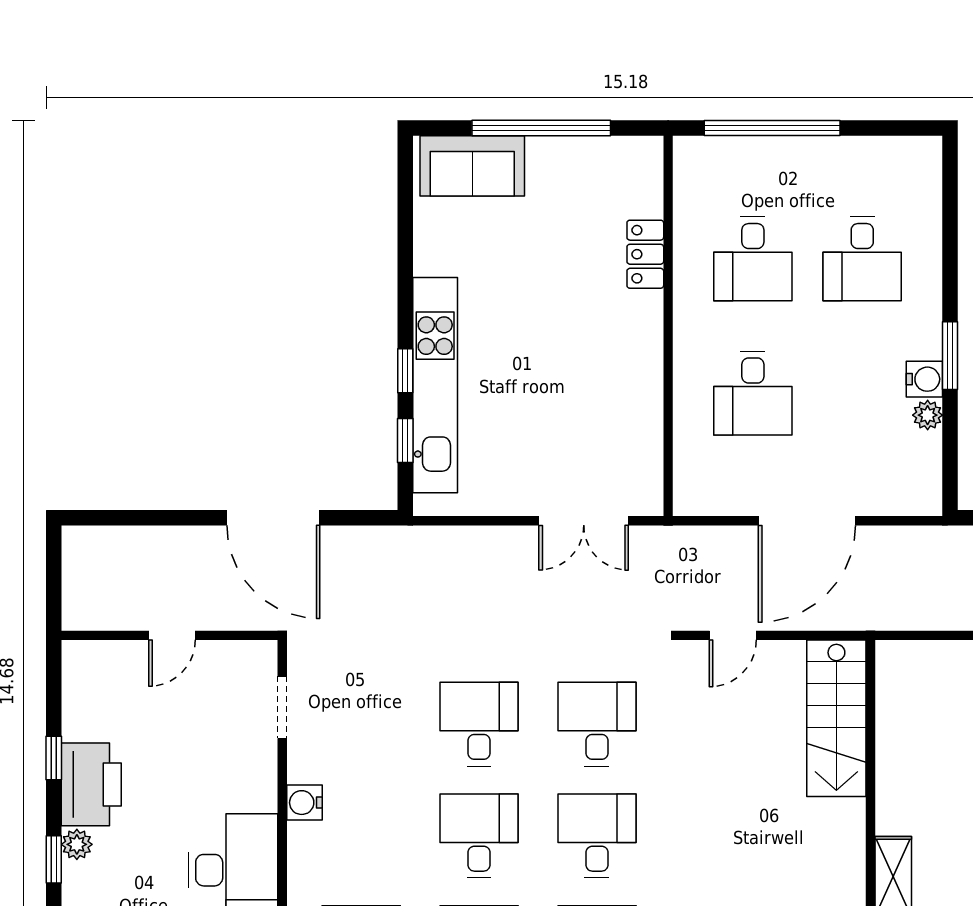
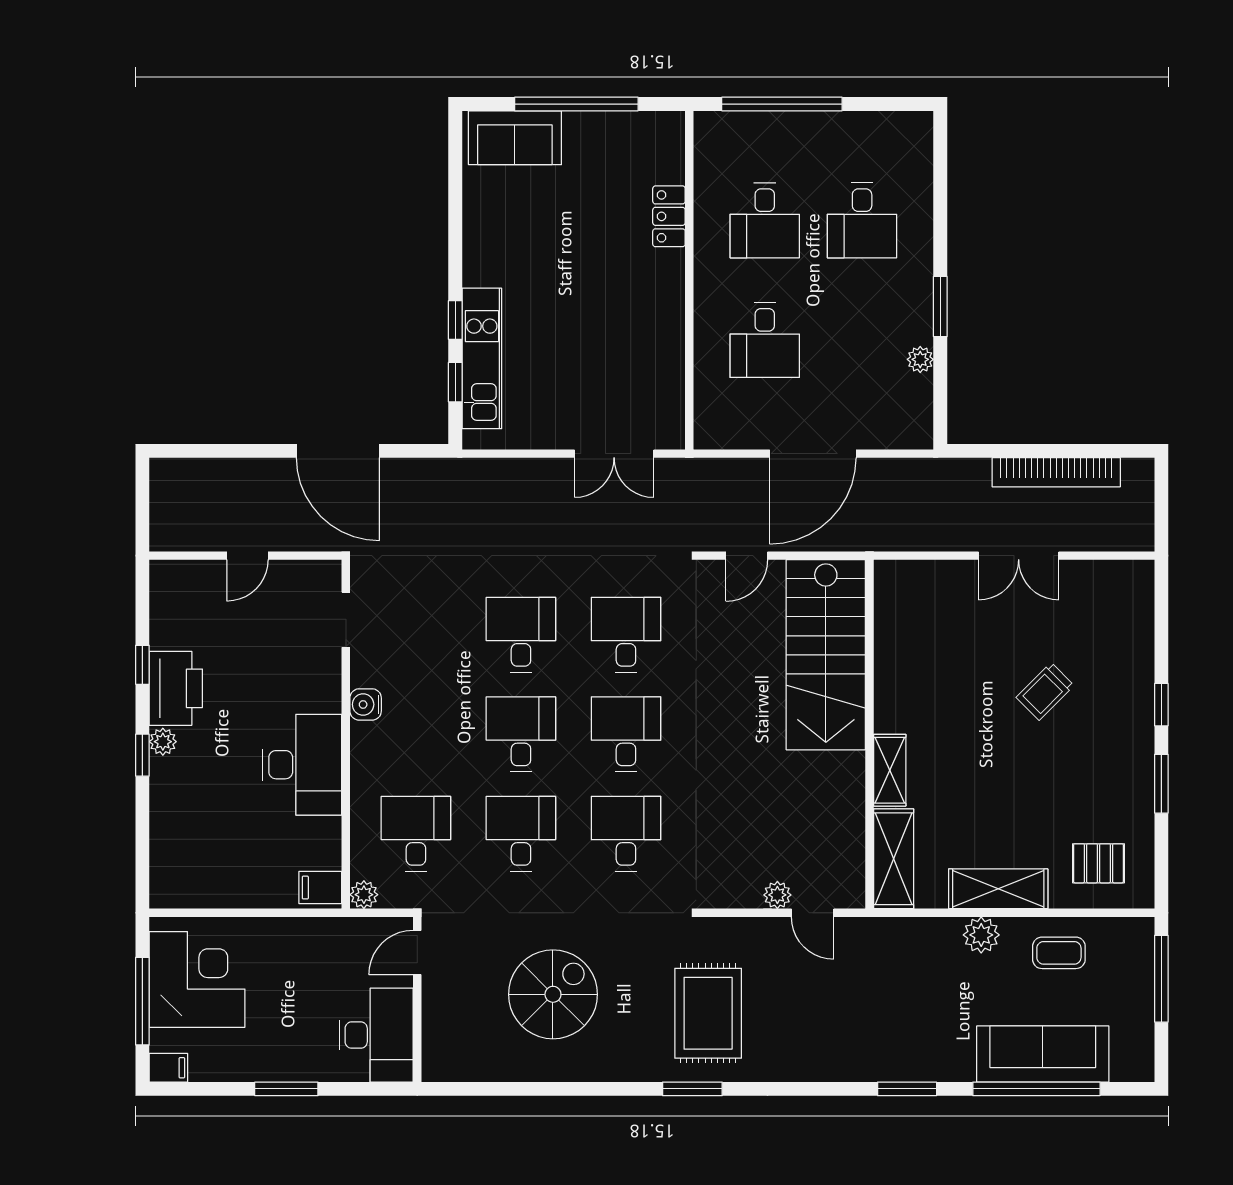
water cooler: (924, 379) -> (917, 328), removed
kitchen unit: (435, 385) -> (482, 358), width x0.73
stairs: (836, 718) -> (826, 655), width x1.36, depth x1.51

